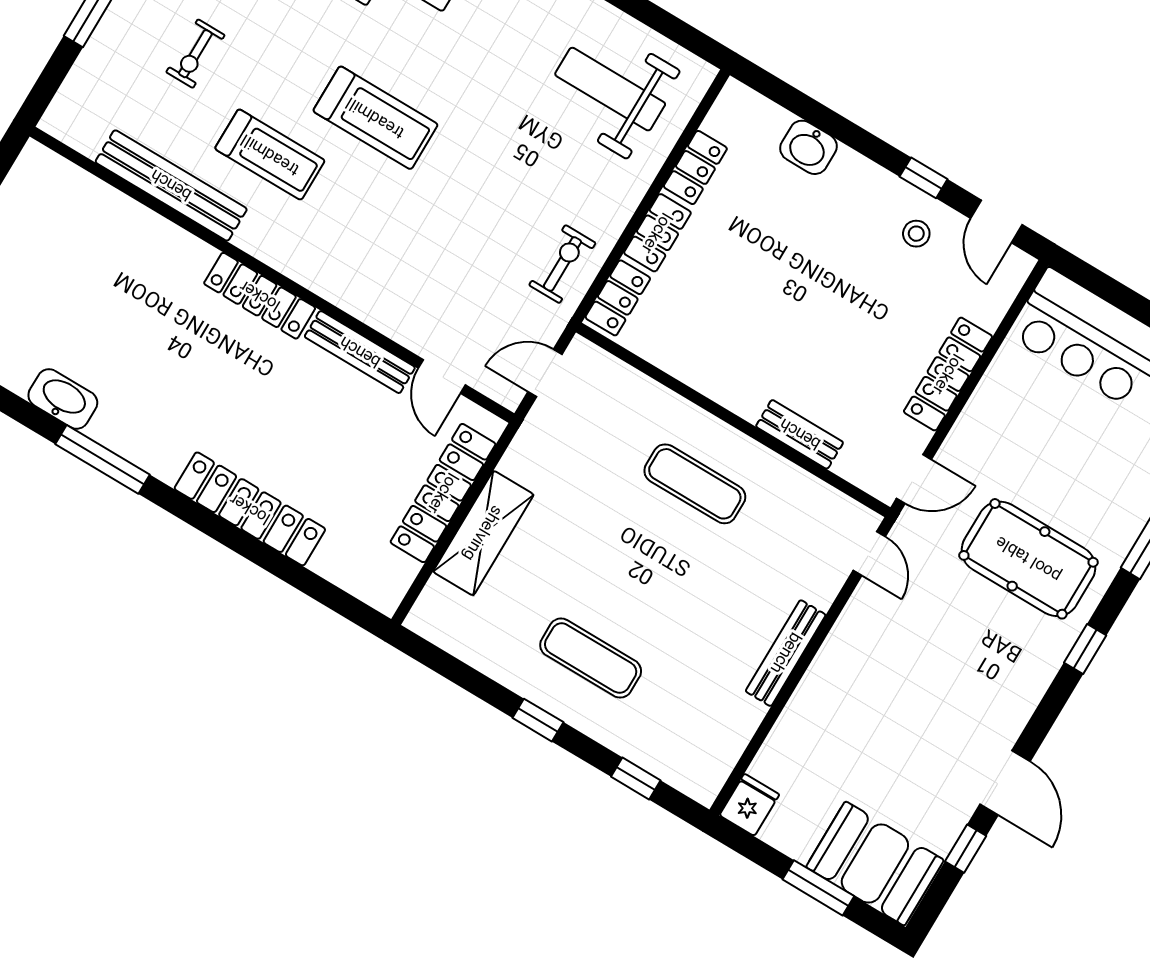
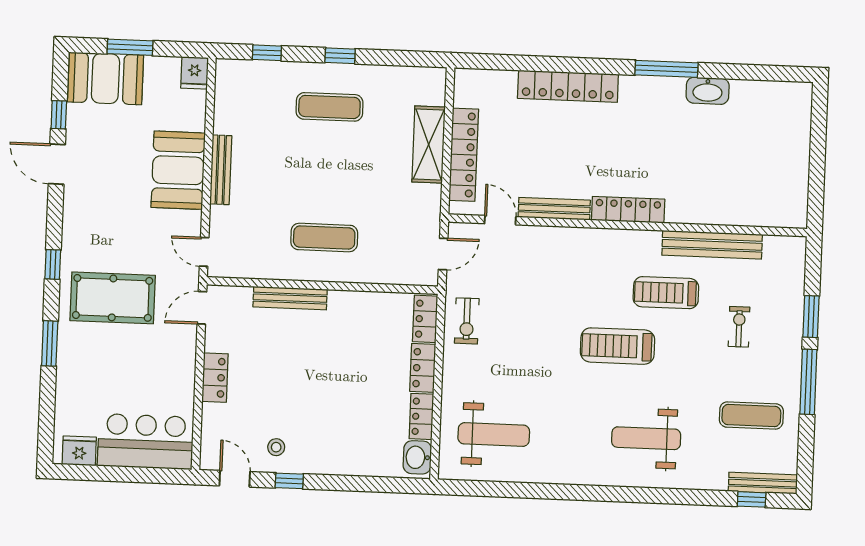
washbasin: (808, 147) -> (417, 457), moved, turned -90
locker: (948, 374) -> (215, 378), width x0.66
bench: (800, 434) -> (290, 298), width x1.36
booth: (844, 684) -> (178, 170), added

